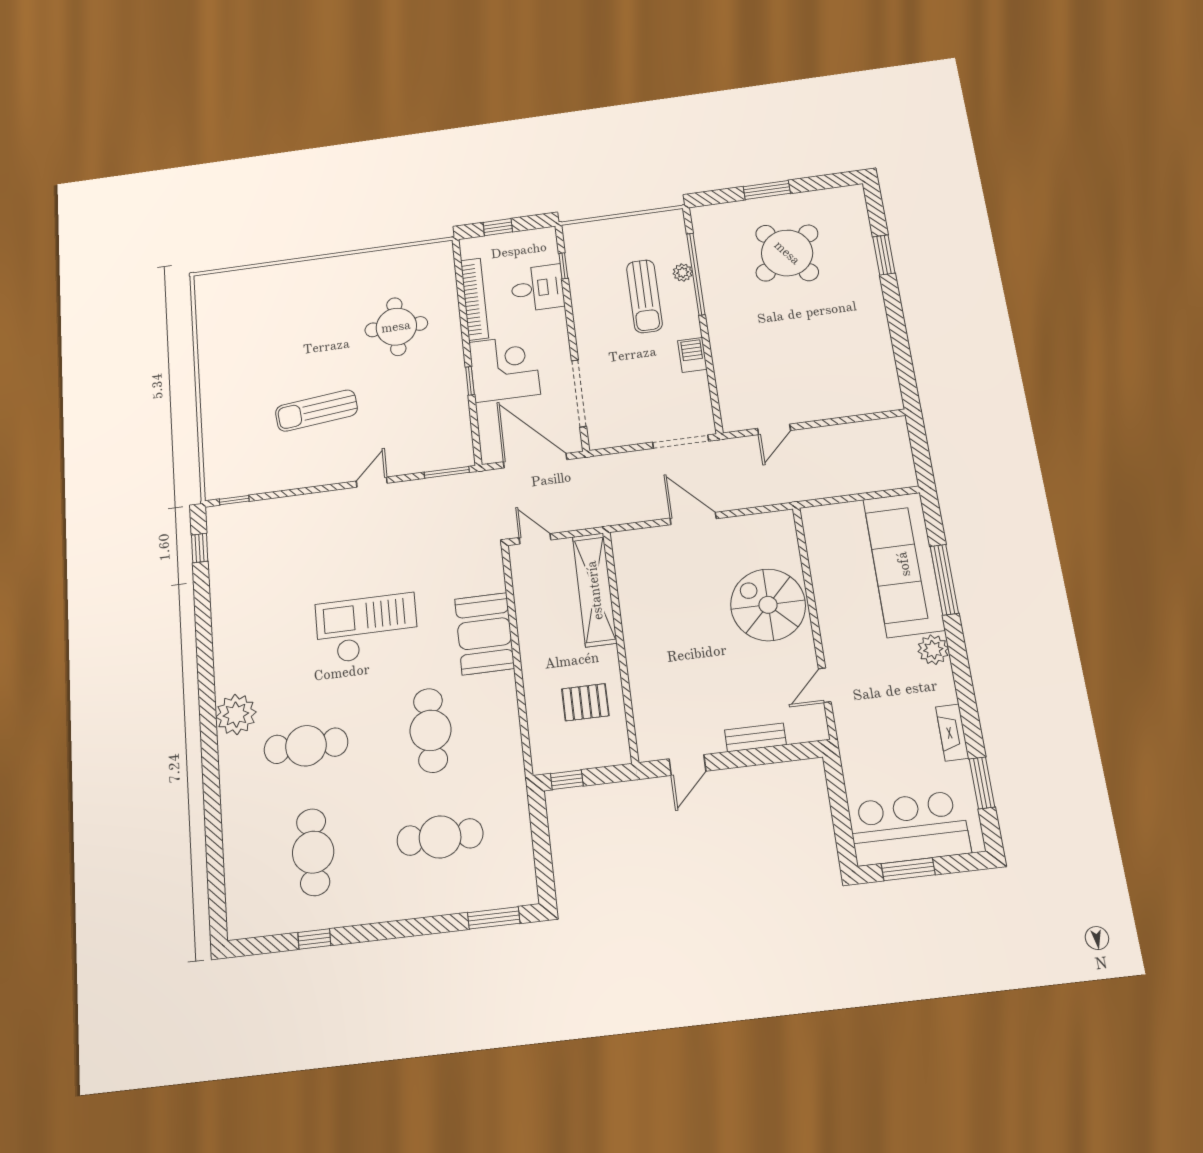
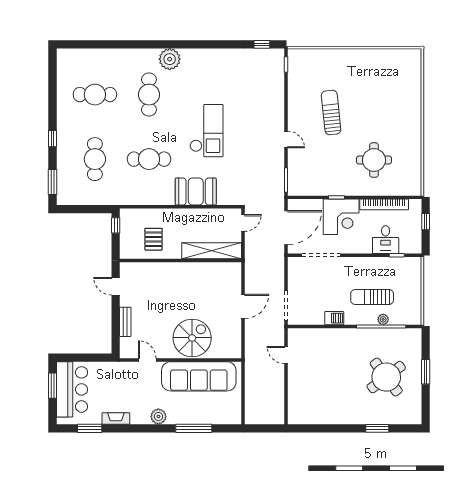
sofa: (904, 564) -> (199, 376), moved, turned 180
window: (314, 939) -> (52, 139), moved

